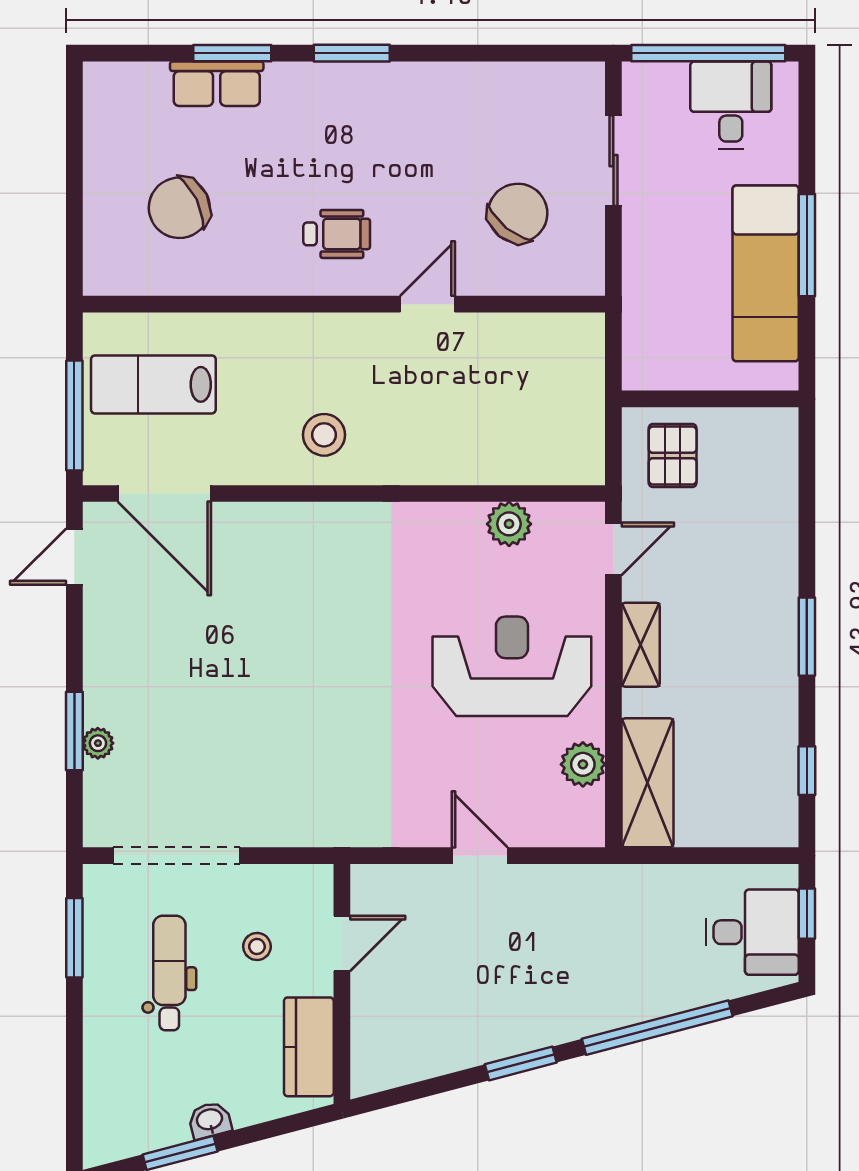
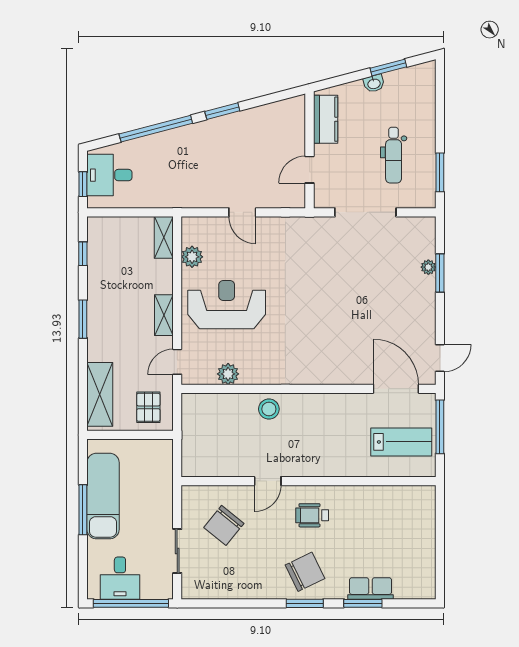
chair: (179, 208) -> (305, 572), moved
stool: (324, 435) -> (269, 409), moved
shelving: (772, 482) -> (100, 394), added
reception desk: (512, 666) -> (227, 305), turned 180
shelving: (647, 783) -> (164, 237), width x0.67, depth x0.75
doorway: (176, 856) -> (365, 212), moved
stool: (257, 946) -> (351, 168), removed

